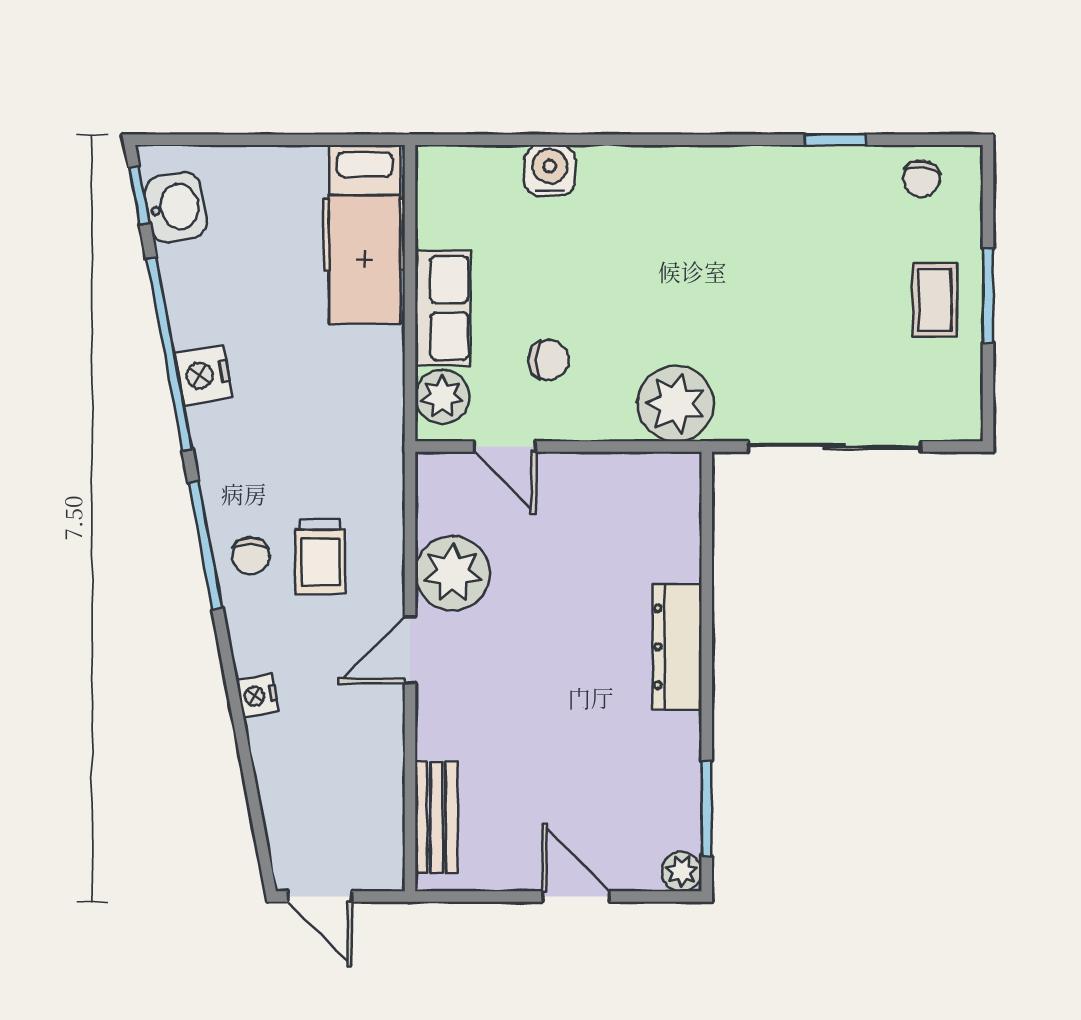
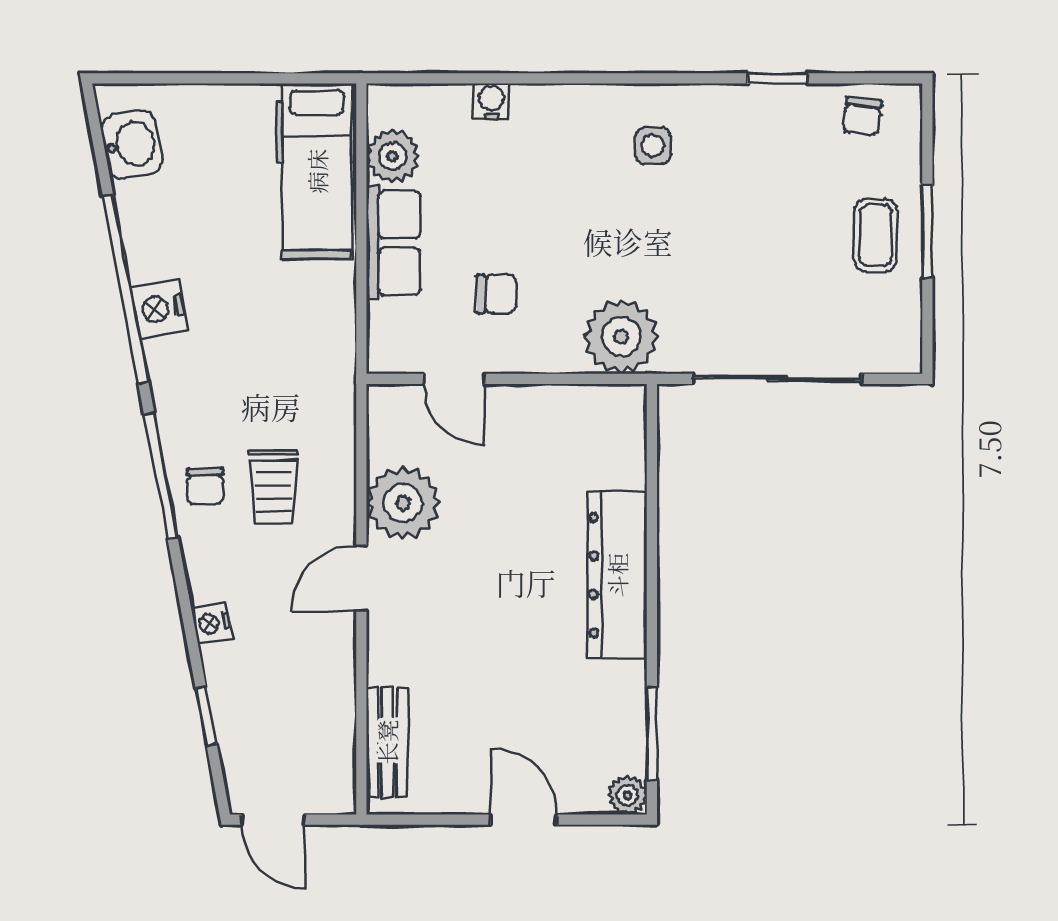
water cooler: (550, 170) -> (491, 101), width x0.72, depth x0.72
window: (139, 195) -> (206, 716), moved
side table: (708, 208) -> (653, 146), added
plant: (442, 397) -> (393, 156), moved
dresser: (677, 647) -> (617, 575), width x1.37, depth x1.24

